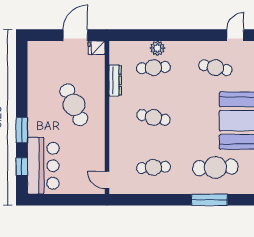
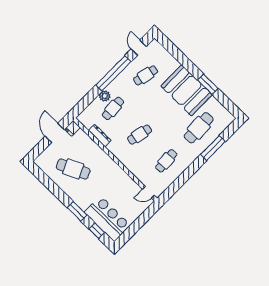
window: (187, 35) -> (113, 73), added
cafe table: (74, 105) -> (73, 169), moved

